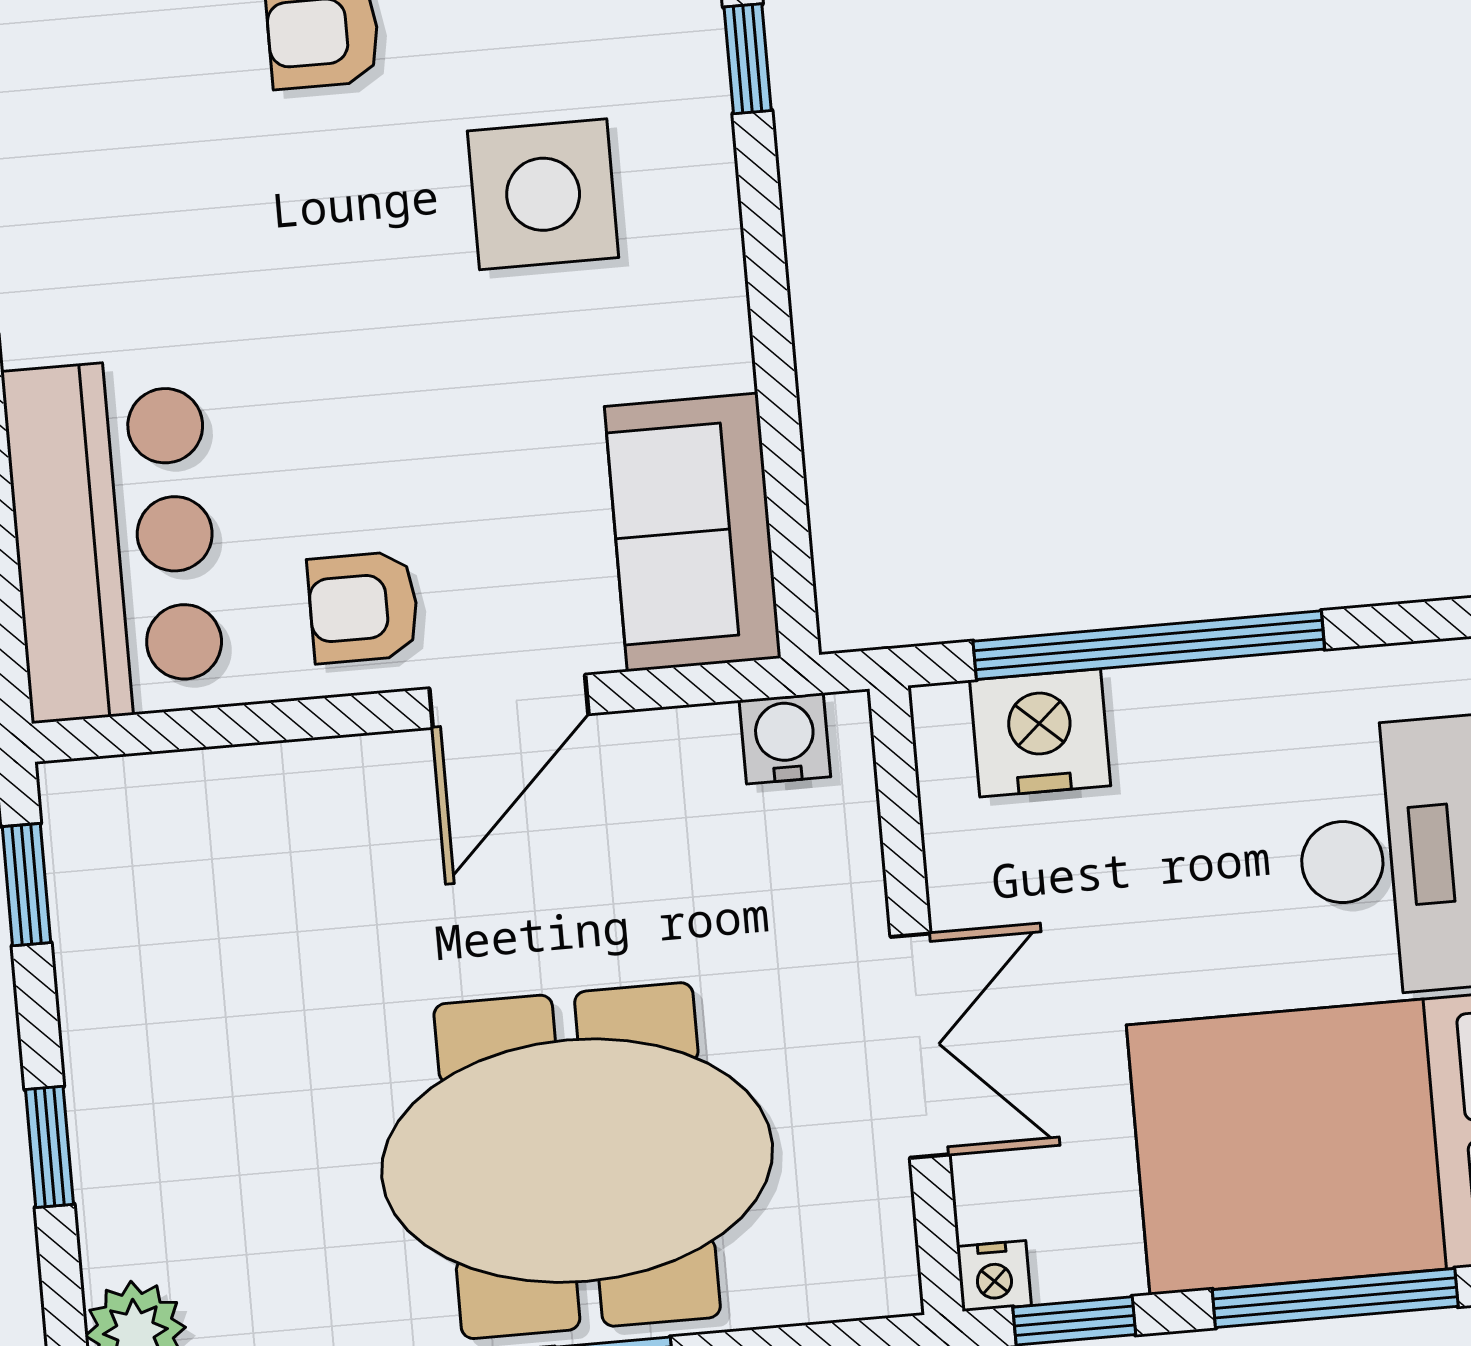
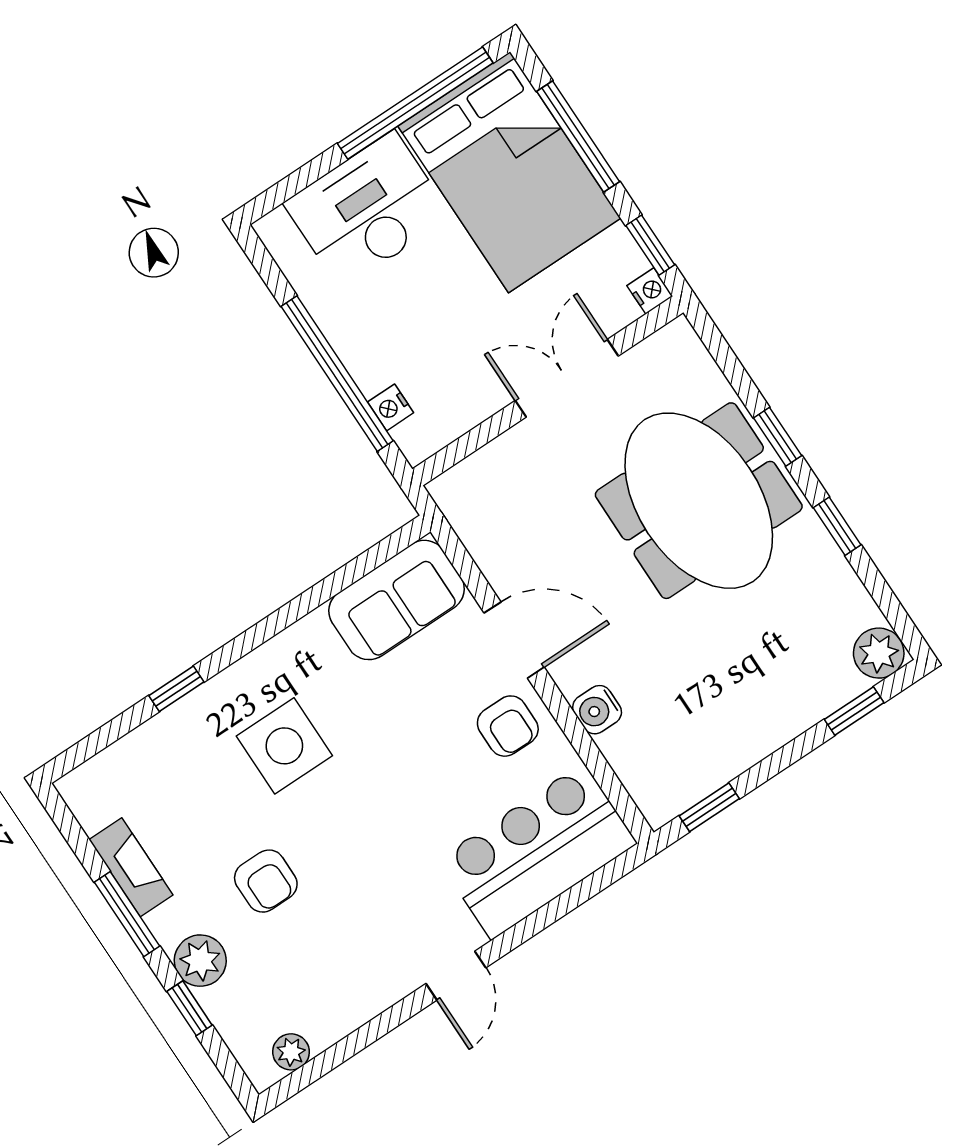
nightstand: (1040, 733) -> (391, 407), width x0.53, depth x0.56
water cooler: (785, 738) -> (597, 710), moved
window: (49, 1147) -> (854, 711), moved

